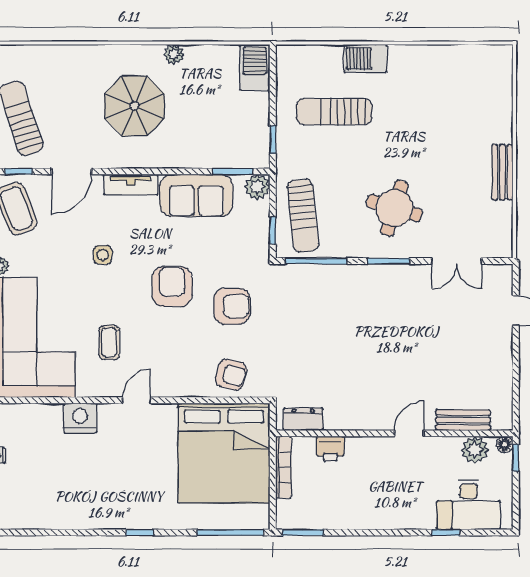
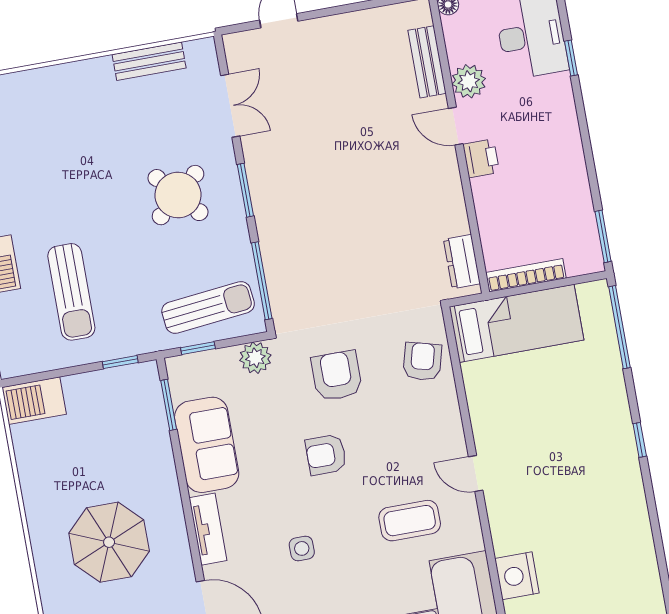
plant: (174, 54) -> (36, 505), removed
bench: (502, 172) -> (149, 61), moved
plant: (257, 187) -> (255, 358), moved
round table: (394, 208) -> (178, 195), turned 32
window: (273, 230) -> (198, 348), moved
armchair: (172, 287) -> (326, 455), width x0.72, depth x0.72
coffee table: (109, 342) -> (410, 521), width x1.36, depth x1.30
nightstand: (80, 418) -> (517, 576), moved
printer: (330, 449) -> (481, 158), moved
plant: (475, 450) -> (469, 81), moved
bed: (224, 453) -> (517, 323), width x0.49

